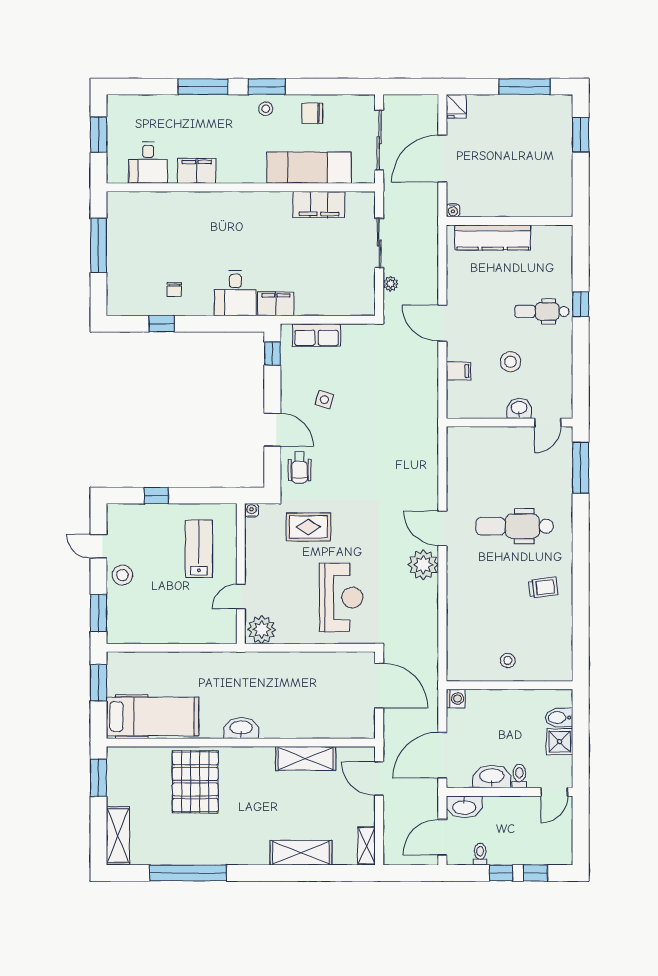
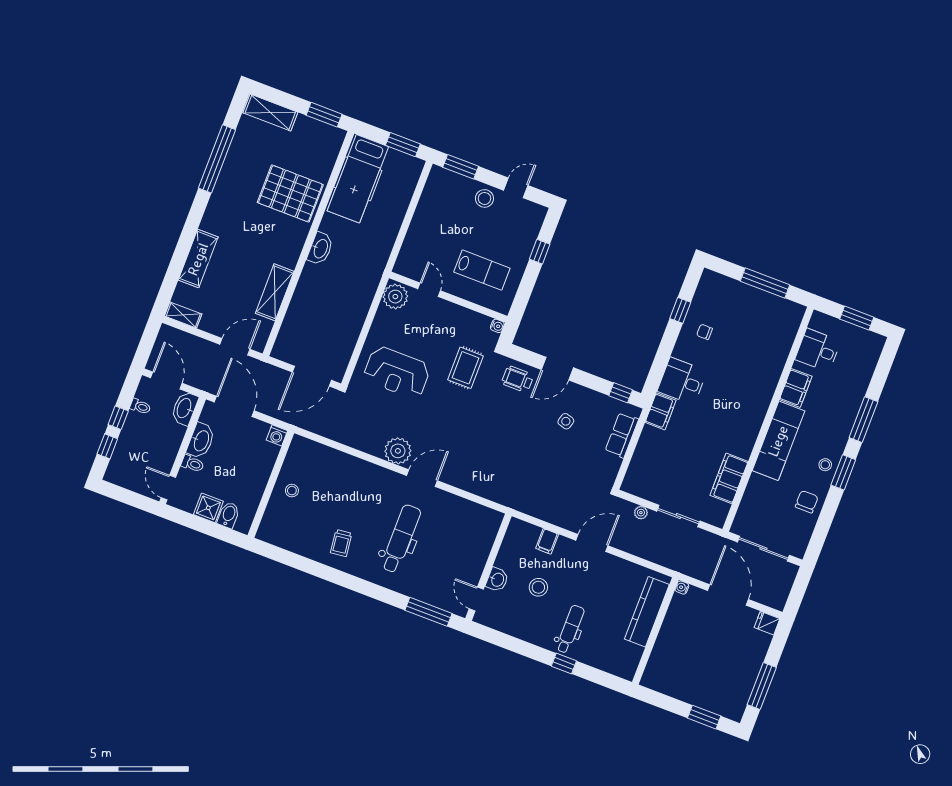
exam couch: (309, 168) -> (778, 441), moved

